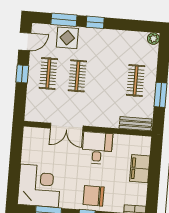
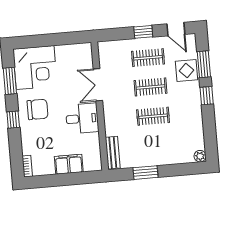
clothes rail: (136, 81) -> (153, 116), moved
chair: (94, 196) -> (38, 109), moved, turned 90

